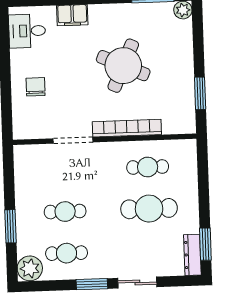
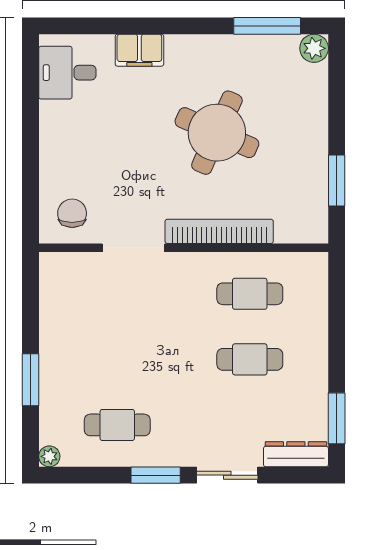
chair: (36, 87) -> (72, 213), moved
cafe table: (149, 209) -> (250, 359), width x0.73, depth x0.74
cafe table: (65, 212) -> (117, 359), removed
dresser: (192, 255) -> (296, 454), moved, turned 90
plant: (30, 268) -> (49, 456), width x0.53, depth x0.53

